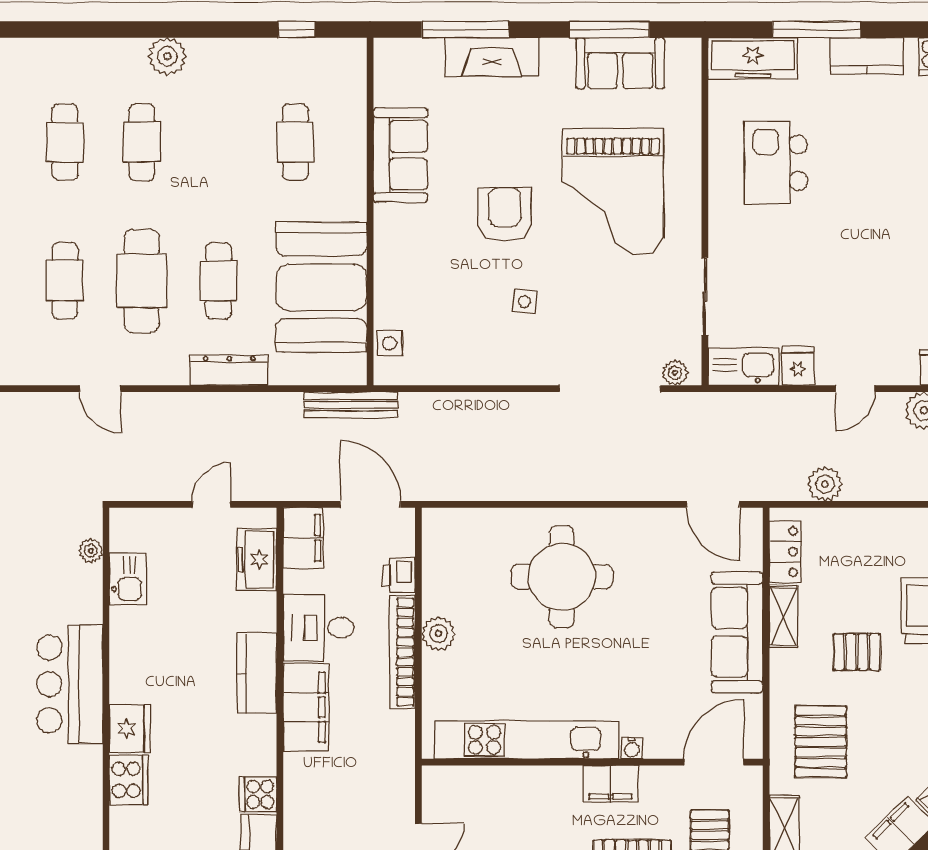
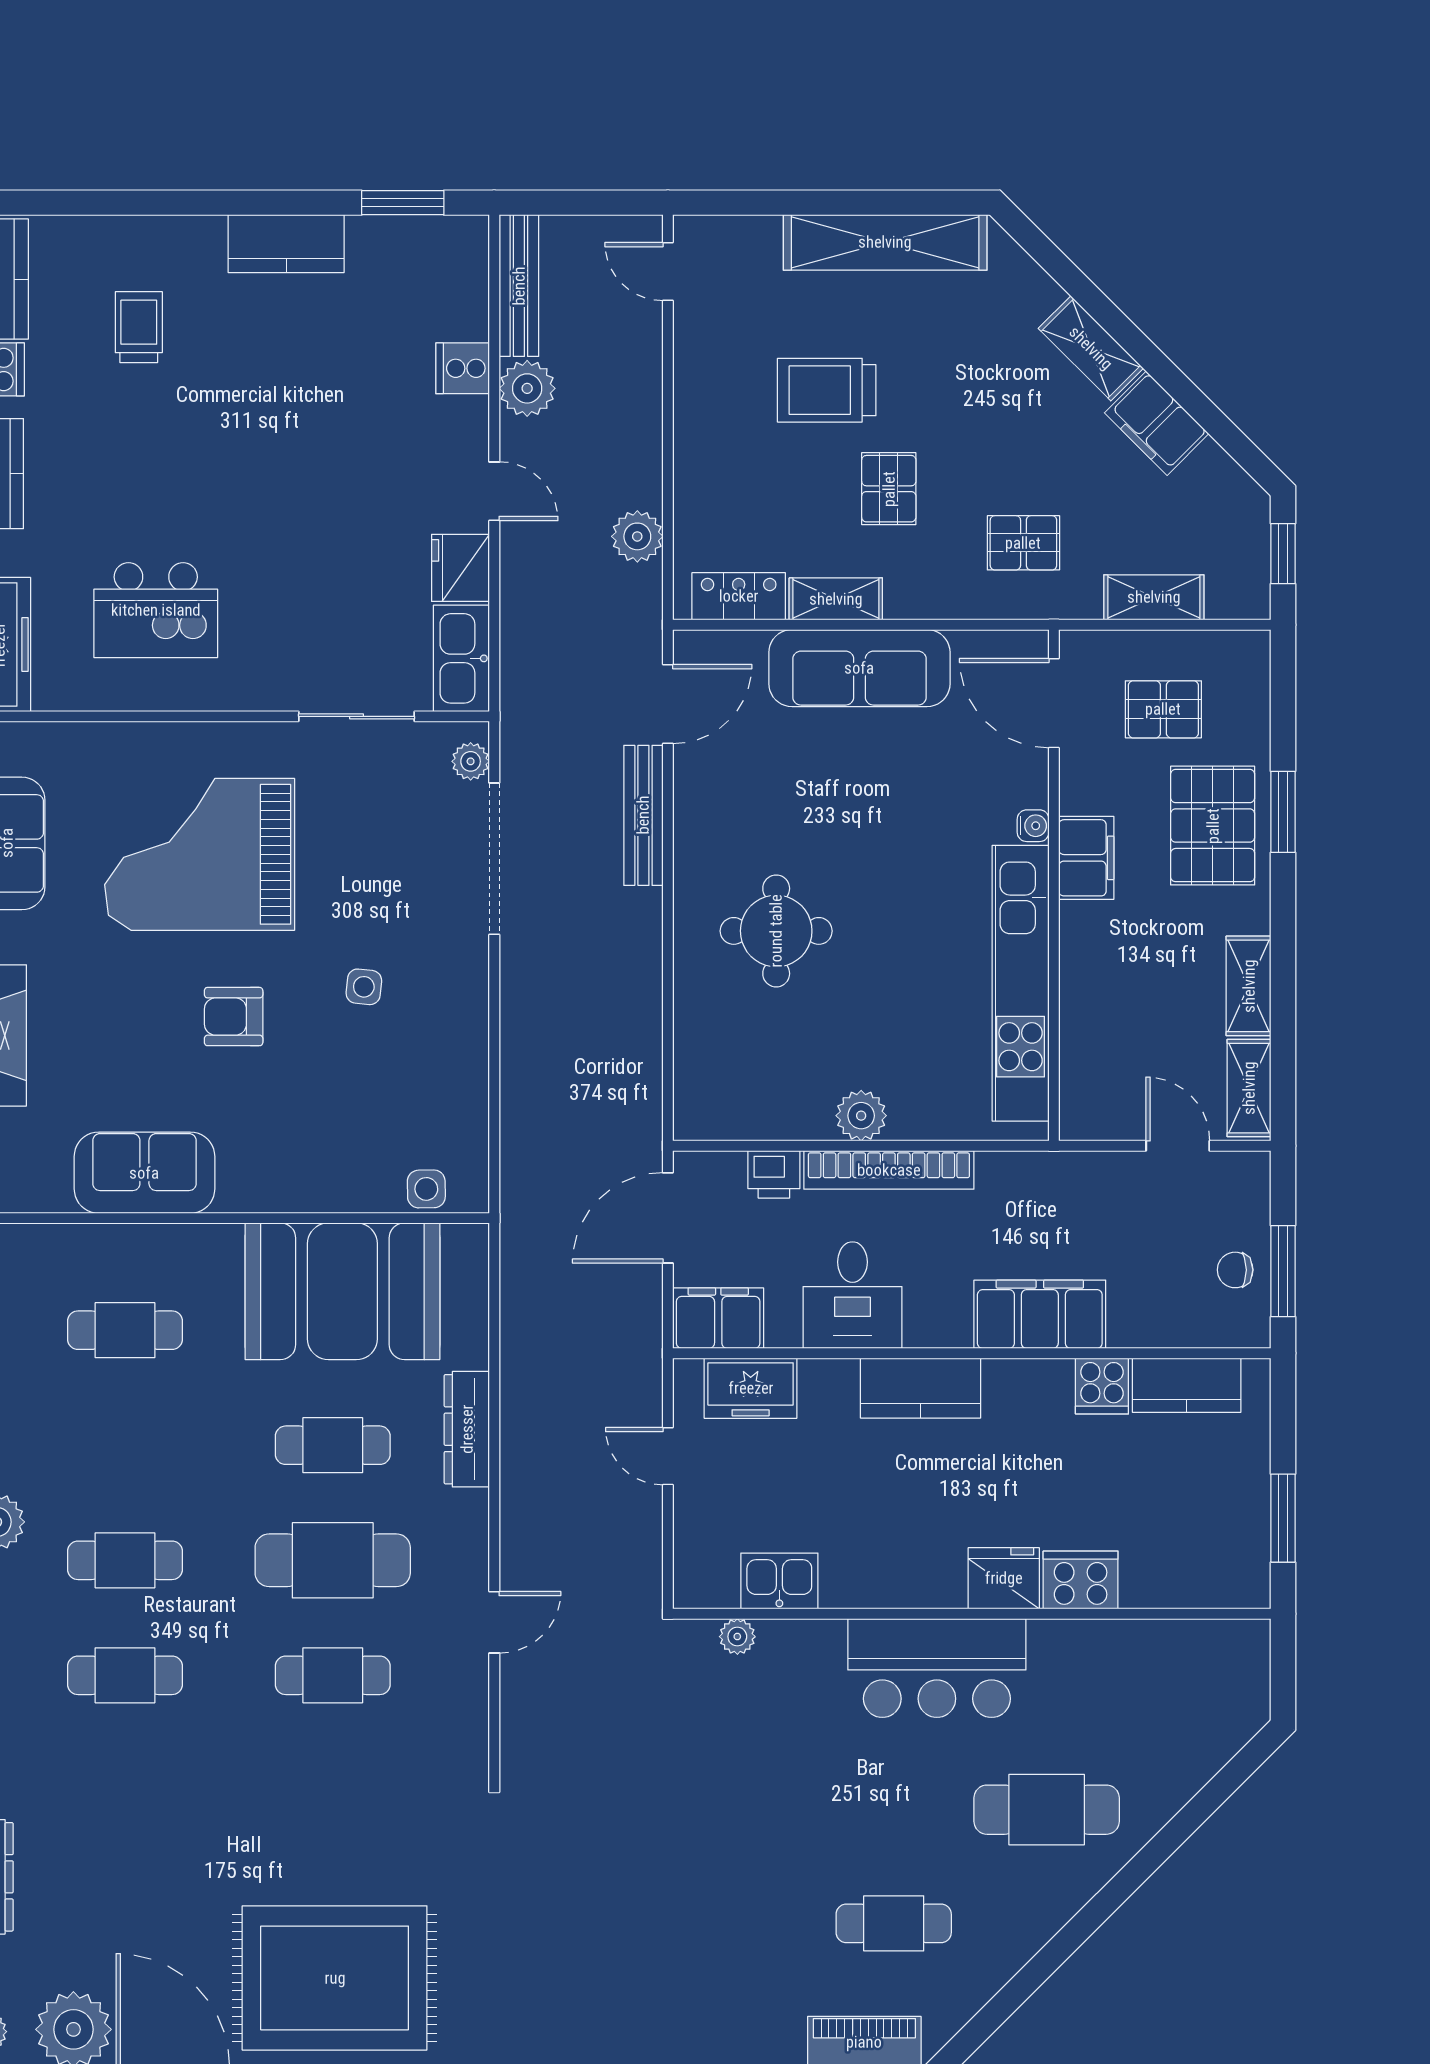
grand piano: (613, 192) -> (200, 854), turned 180
armchair: (505, 215) -> (234, 1017), width x0.72, depth x0.72
fridge: (798, 366) -> (461, 568), width x1.38
bench: (351, 405) -> (643, 815), moved
round table: (562, 577) -> (776, 931), width x0.73, depth x0.73
filing cabinet: (306, 707) -> (1040, 1314), moved
pallet: (821, 742) -> (1023, 543), width x0.67, depth x0.71

